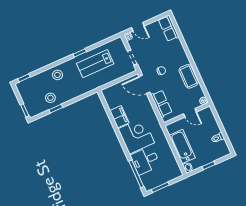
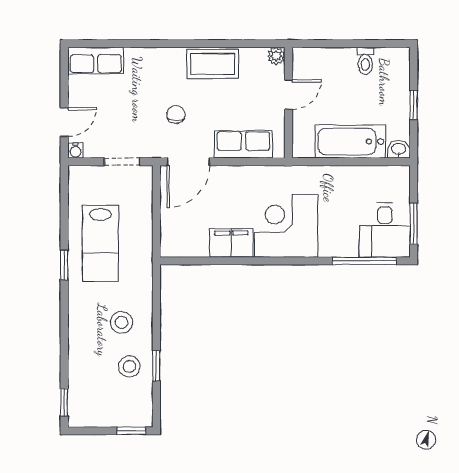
stool: (57, 75) -> (122, 322), moved
desk: (145, 160) -> (385, 230), moved

